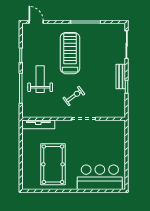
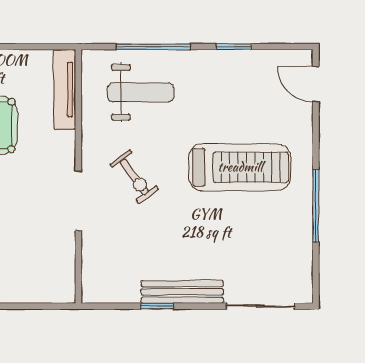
door: (36, 22) -> (316, 84), swing flipped
bench: (121, 76) -> (182, 292), width x1.36
weight bench: (40, 79) -> (141, 92), moved

